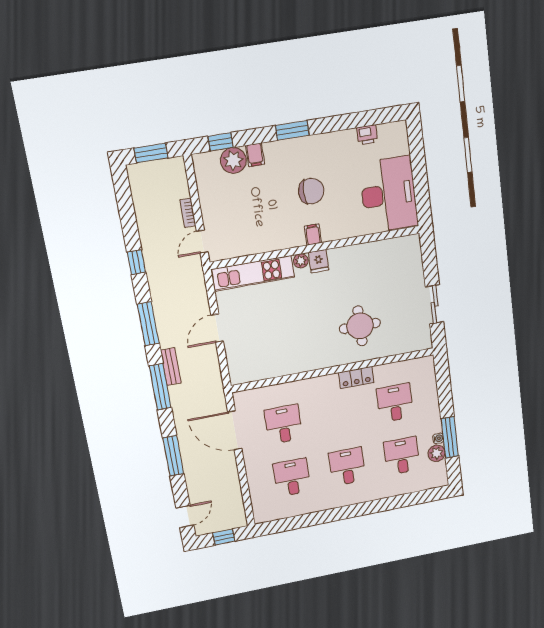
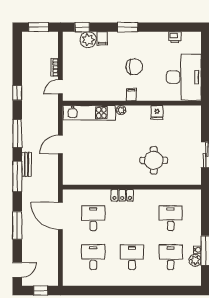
fridge: (319, 261) -> (157, 112), moved
locker: (356, 378) -> (122, 195), moved

